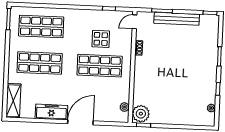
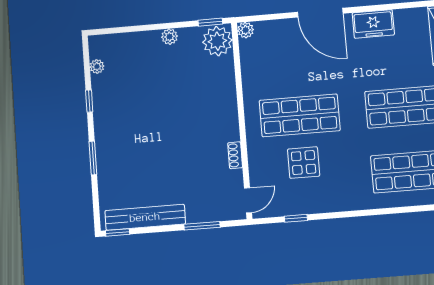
bench: (177, 19) -> (145, 217), moved
plant: (124, 107) -> (246, 30), moved
freezer: (51, 112) -> (373, 24), width x0.71
plant: (168, 120) -> (169, 37), added
door: (80, 122) -> (320, 13), hinge flipped

